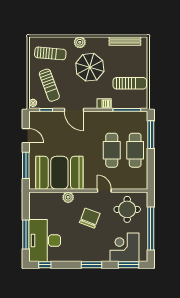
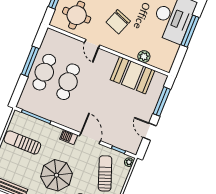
barbecue: (104, 104) -> (69, 137), moved
window: (151, 135) -> (30, 61), moved
booth: (59, 173) -> (133, 75), width x0.73, depth x0.70
plant: (68, 197) -> (144, 57), moved

